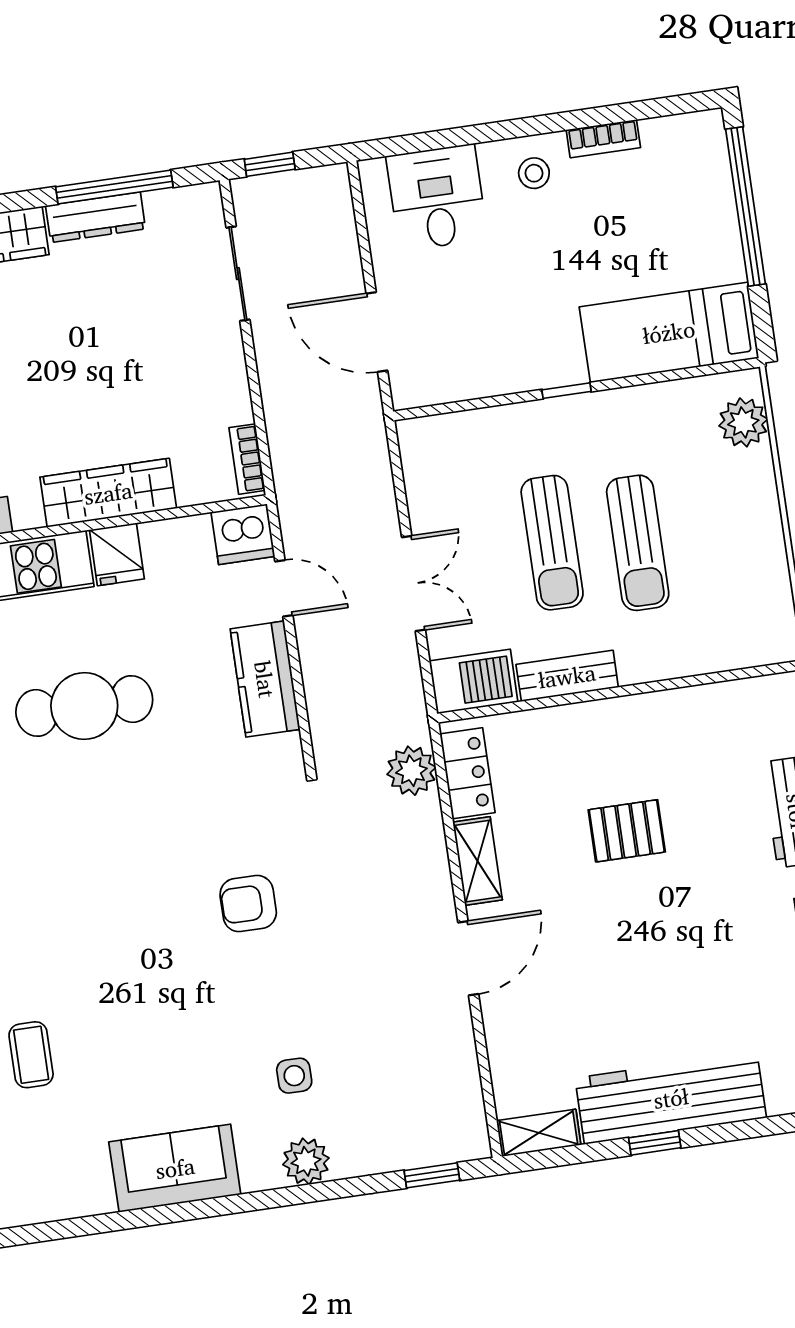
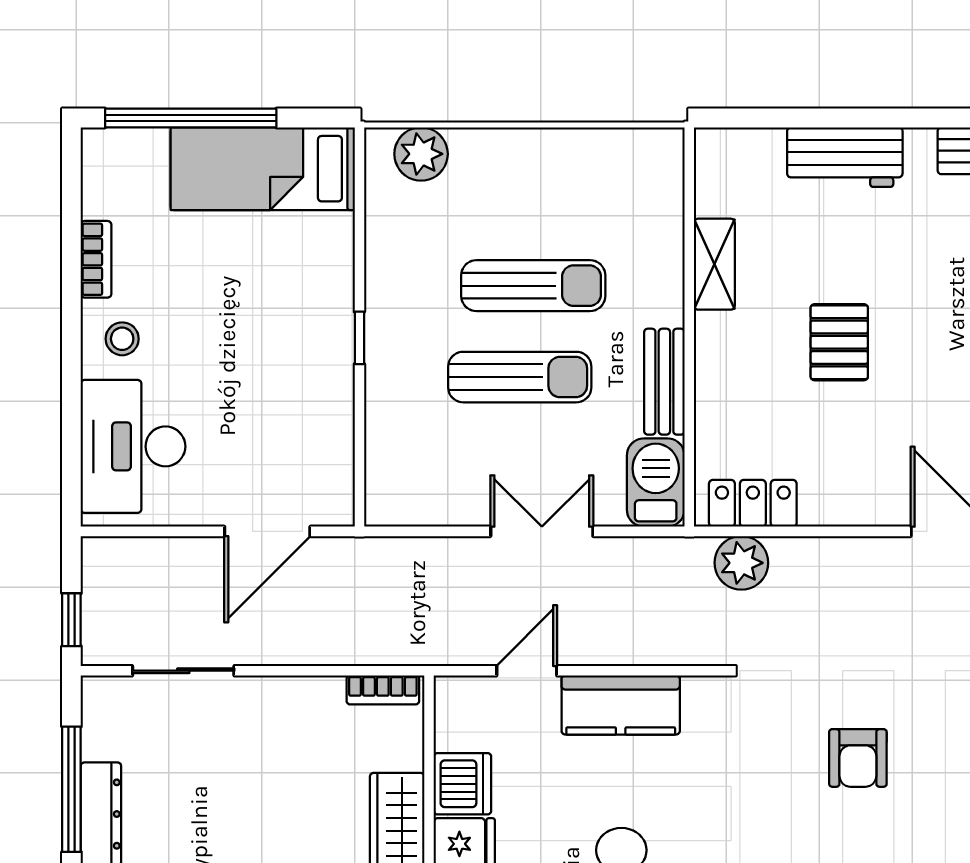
desk: (437, 198) -> (133, 446), width x1.37
bed: (669, 332) -> (263, 169), moved, turned 90
dishwasher: (243, 534) -> (462, 784), moved
shelving: (478, 861) -> (714, 264), moved, turned 90

